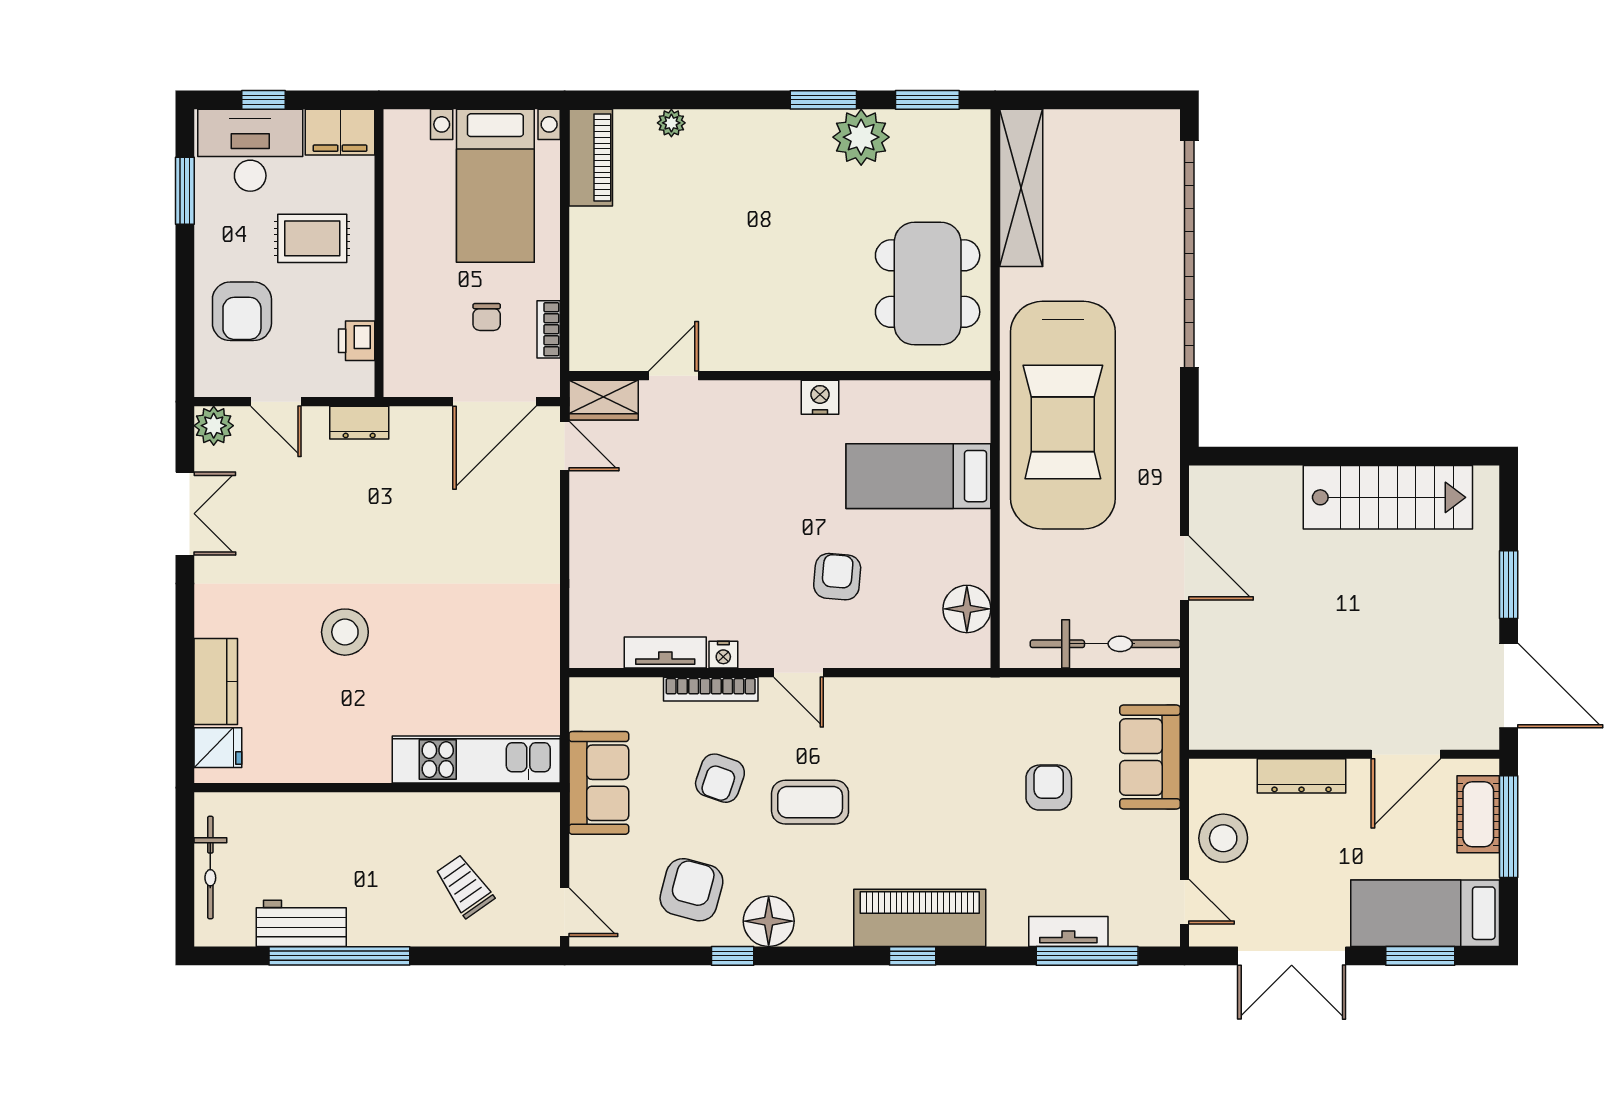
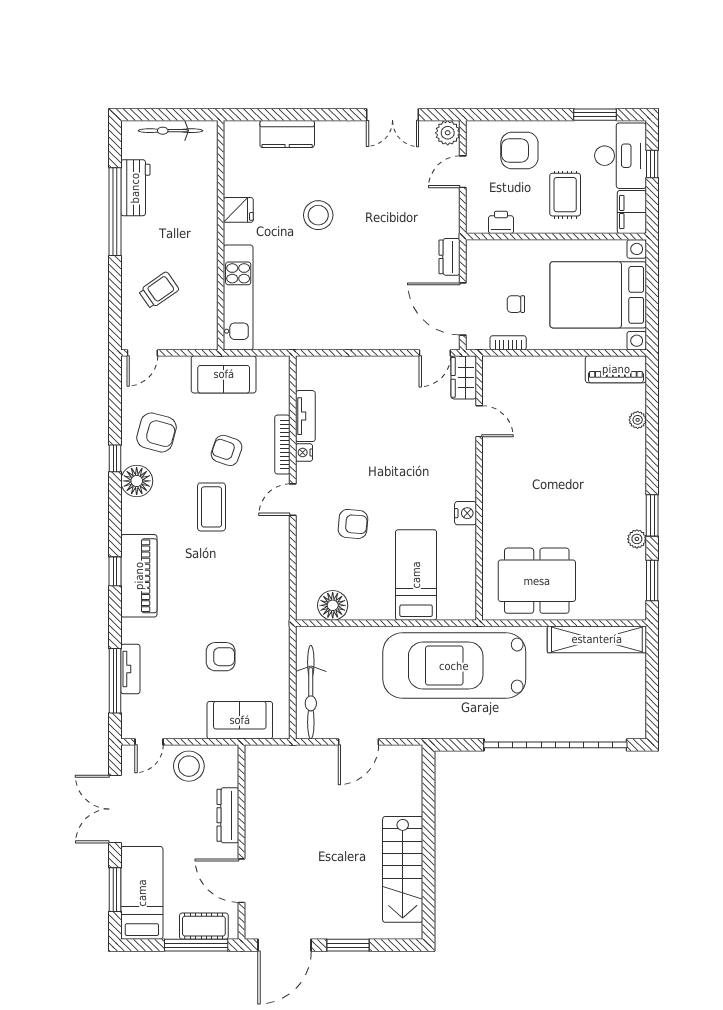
plant: (861, 137) -> (637, 539), width x0.53, depth x0.53
bed with nightstands: (495, 186) -> (598, 295), width x1.36
dresser: (359, 423) -> (450, 257), moved
fridge: (218, 748) -> (238, 210), moved, turned -90

